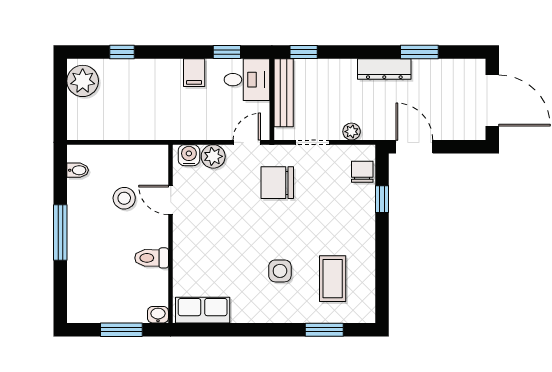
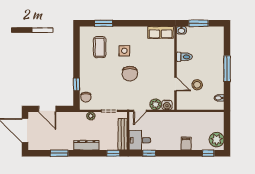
window: (122, 52) -> (208, 153), moved
dresser: (384, 69) -> (86, 145), moved
filing cabinet: (194, 73) -> (186, 144), moved
door: (414, 147) -> (47, 109), moved
chair: (277, 183) -> (130, 74), moved, turned 90

